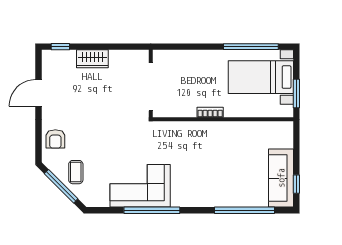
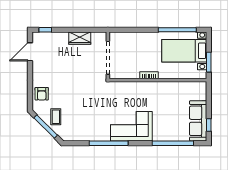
wardrobe: (92, 59) -> (80, 38), moved
door: (39, 93) -> (30, 52), moved
corner sofa: (140, 186) -> (131, 126), moved

